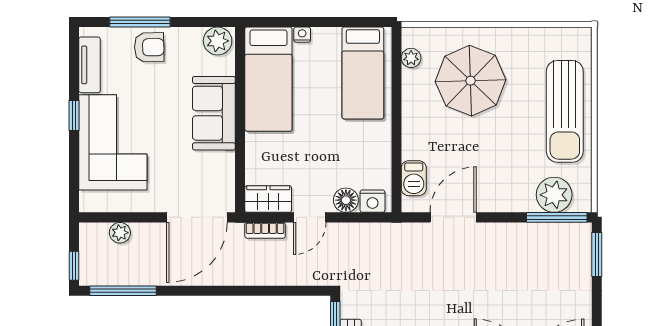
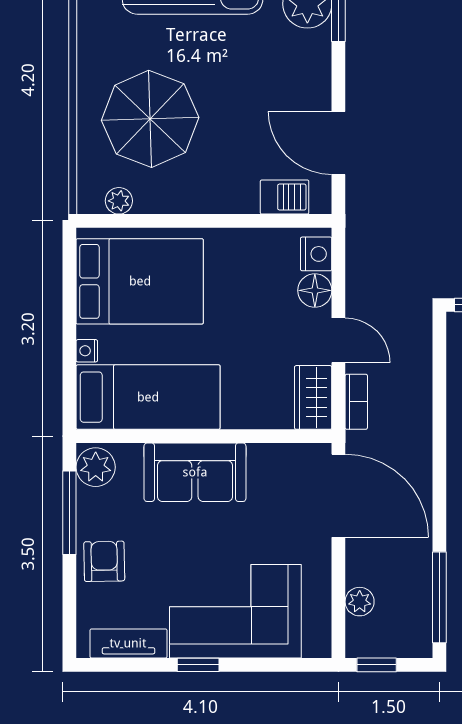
window: (140, 22) -> (69, 513), moved
bed: (363, 73) -> (140, 281), width x1.50
window: (74, 266) -> (377, 665), moved

